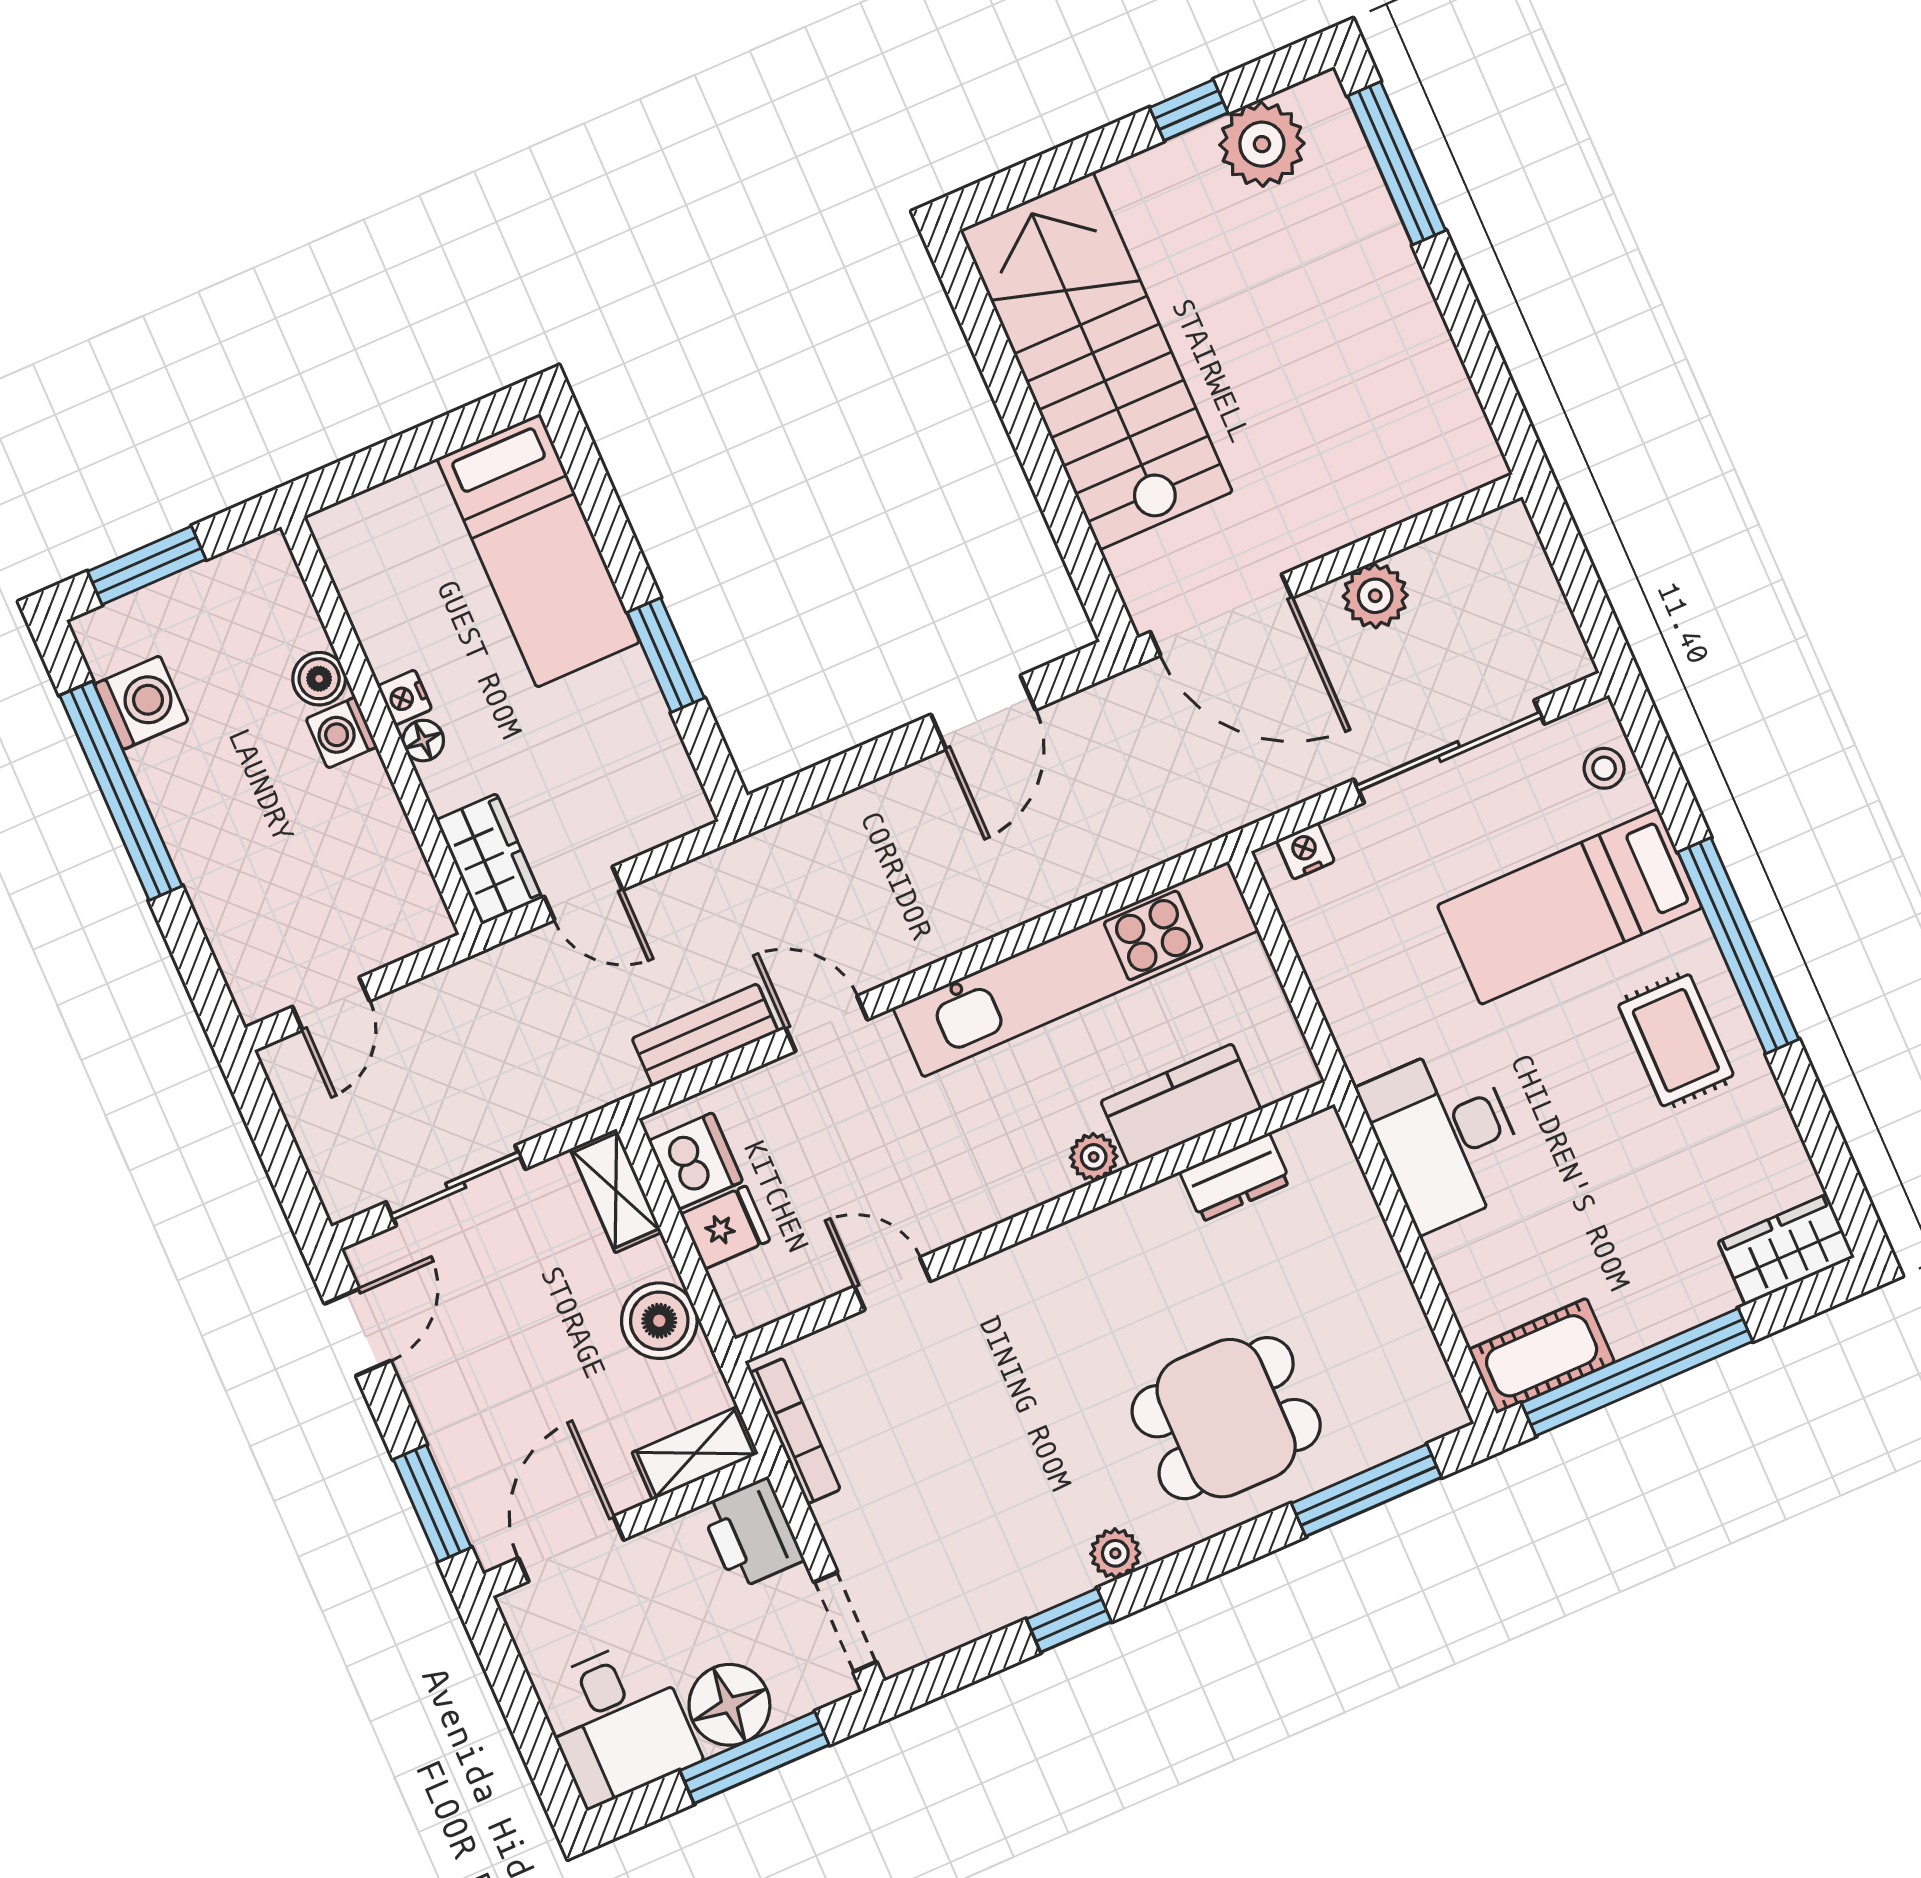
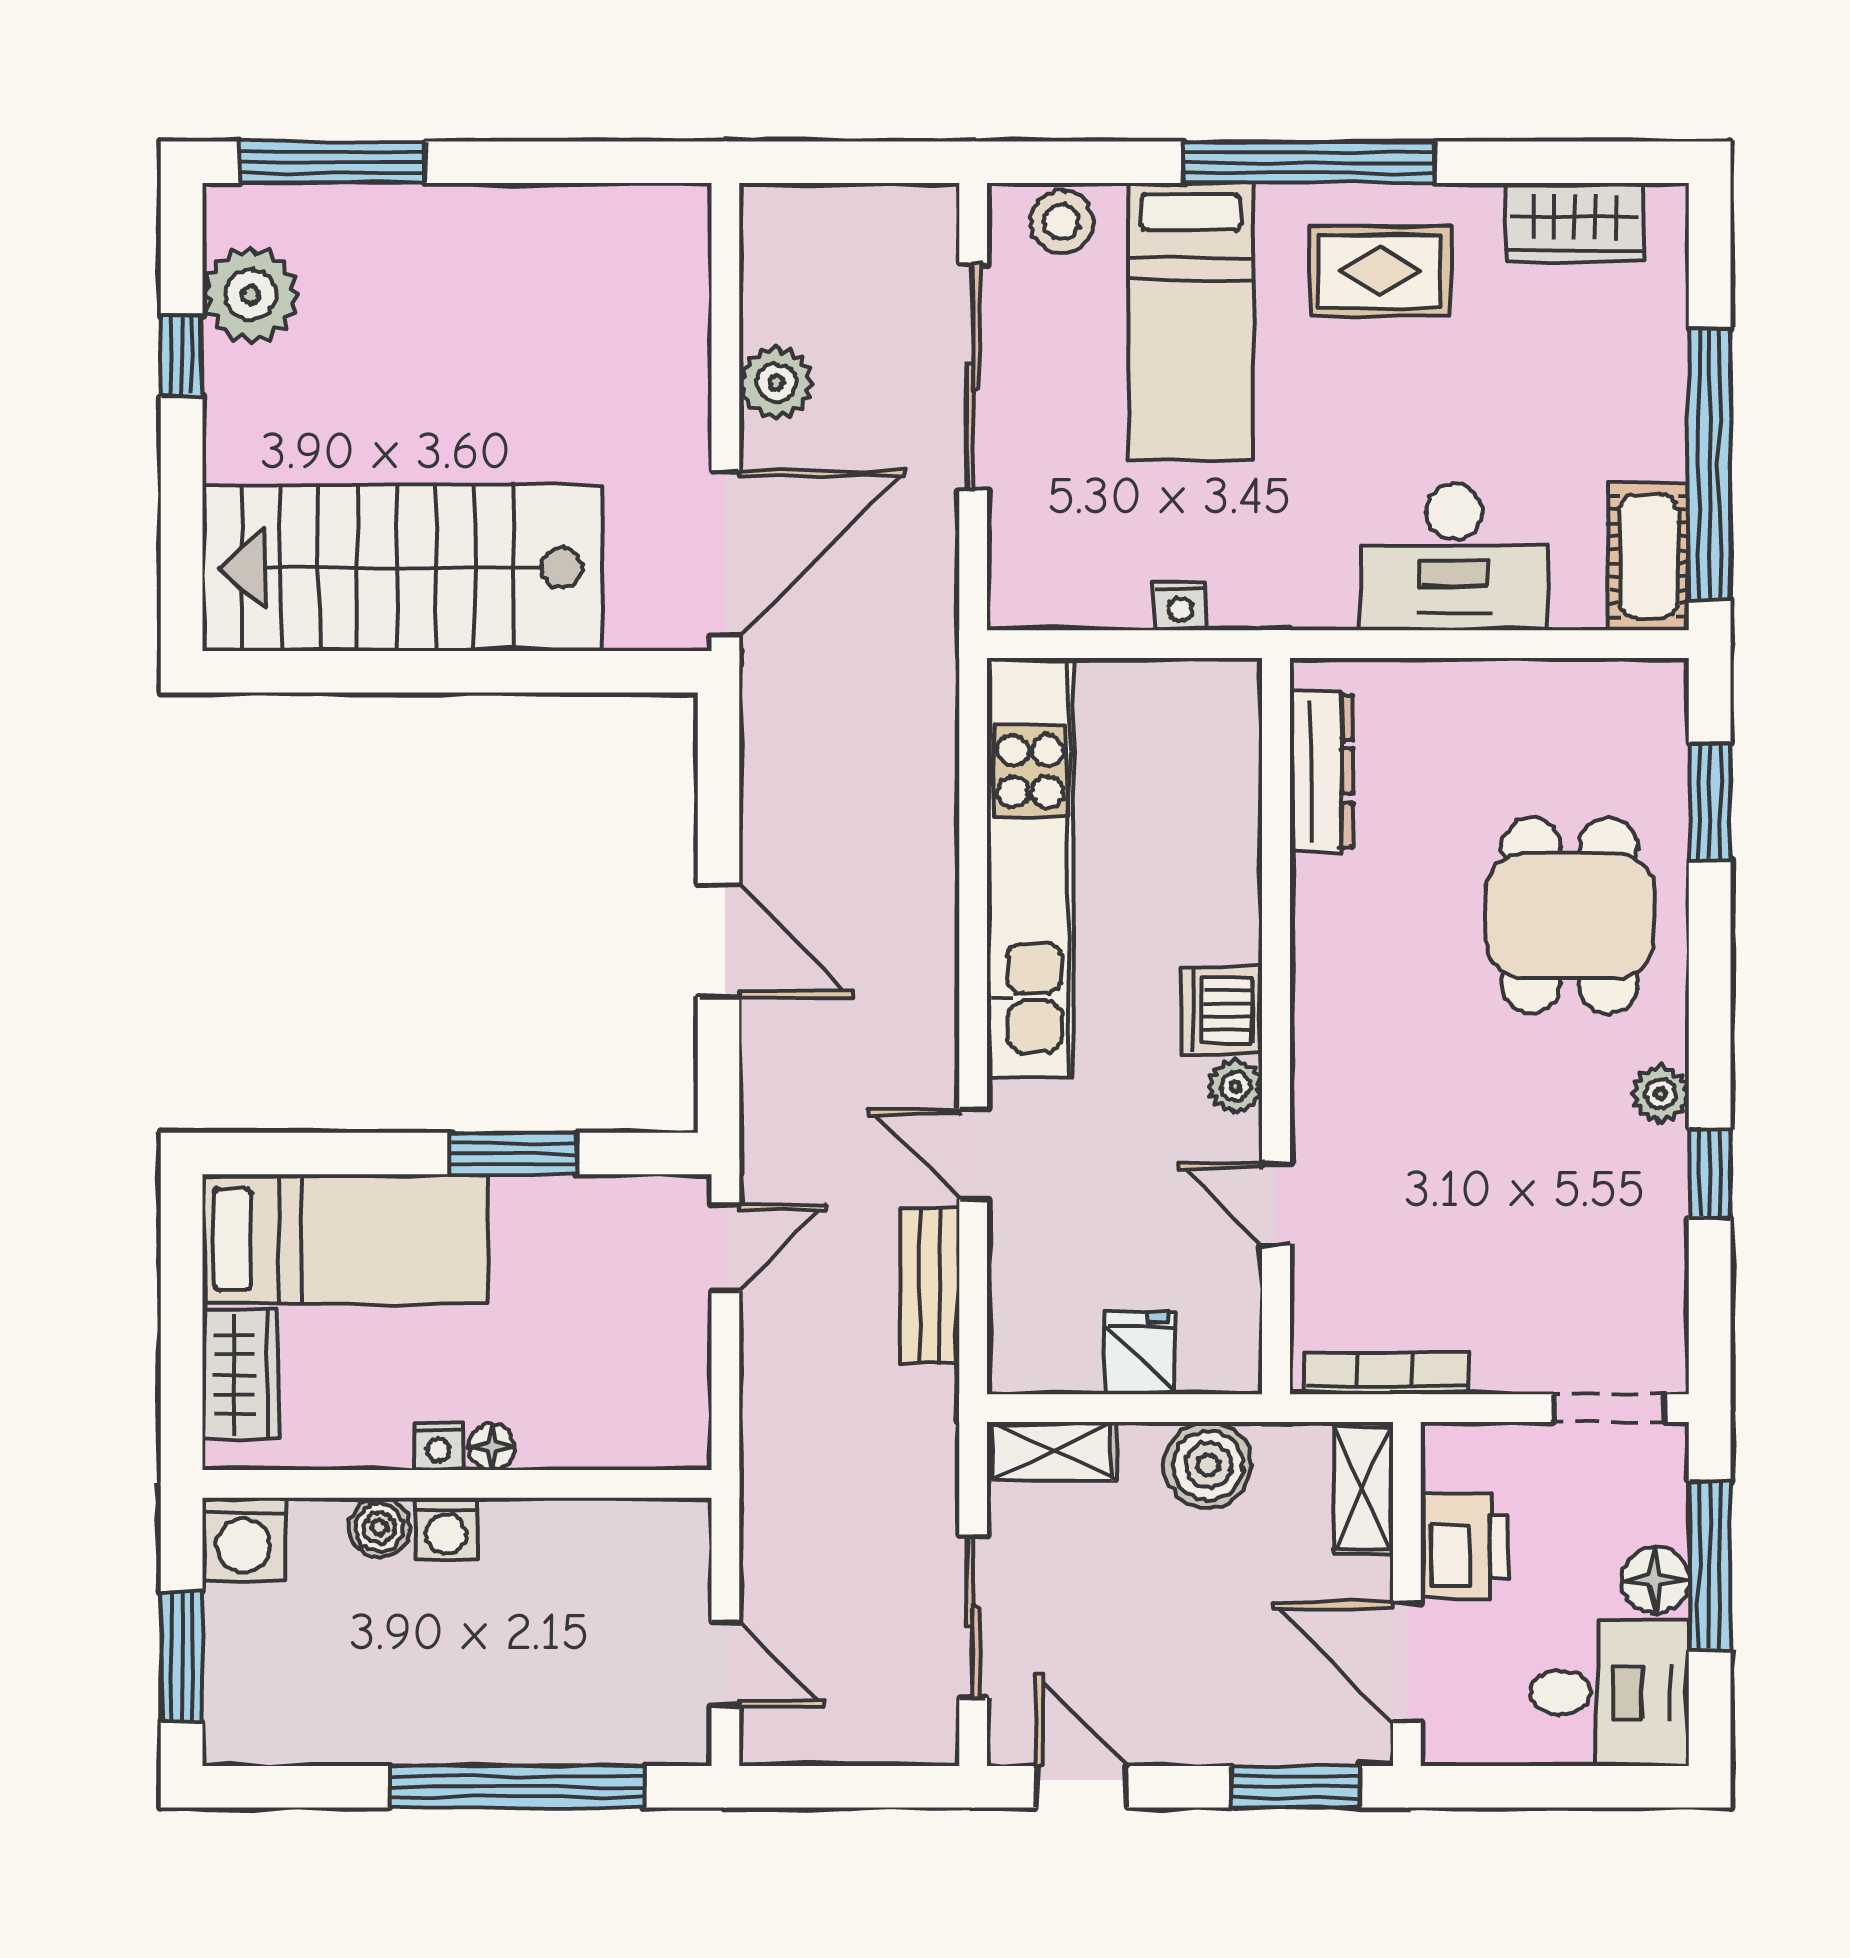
washing machine: (141, 703) -> (243, 1539), moved, turned 180
door: (983, 712) -> (718, 941), moved
stool: (1604, 768) -> (1062, 222), width x1.37, depth x1.37
window: (121, 791) -> (517, 1787), moved
nightstand: (1305, 851) -> (1180, 606), moved, turned -90
wardrobe: (489, 859) -> (240, 1375), moved, turned 90
door: (583, 893) -> (725, 1247), moved
door: (826, 1024) -> (973, 1154), hinge flipped
kitchen counter: (1181, 1105) -> (1221, 820), removed
desk: (1445, 1137) -> (1454, 557), moved
plant: (1094, 1157) -> (1235, 1086), moved
dishwasher: (696, 1161) -> (1222, 1011), moved, turned -90
dresser: (1235, 1177) -> (1321, 771), width x1.44
wardrobe: (1786, 1249) -> (1574, 223), moved, turned -90
door: (892, 1284) -> (1276, 1204), hinge flipped
window: (1366, 1490) -> (1710, 802), width x0.69
printer: (752, 1533) -> (1464, 1546), moved, turned -90
floor lamp: (729, 1705) -> (1655, 1580), width x0.73, depth x0.73

